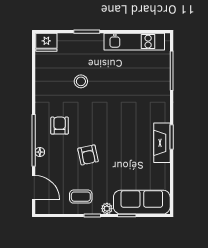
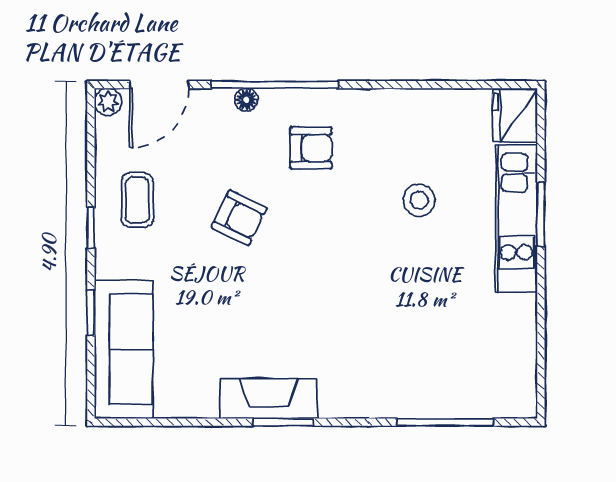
kitchen unit: (134, 42) -> (516, 218), moved
armchair: (88, 155) -> (239, 218), turned -142
plant: (107, 209) -> (108, 102), moved

